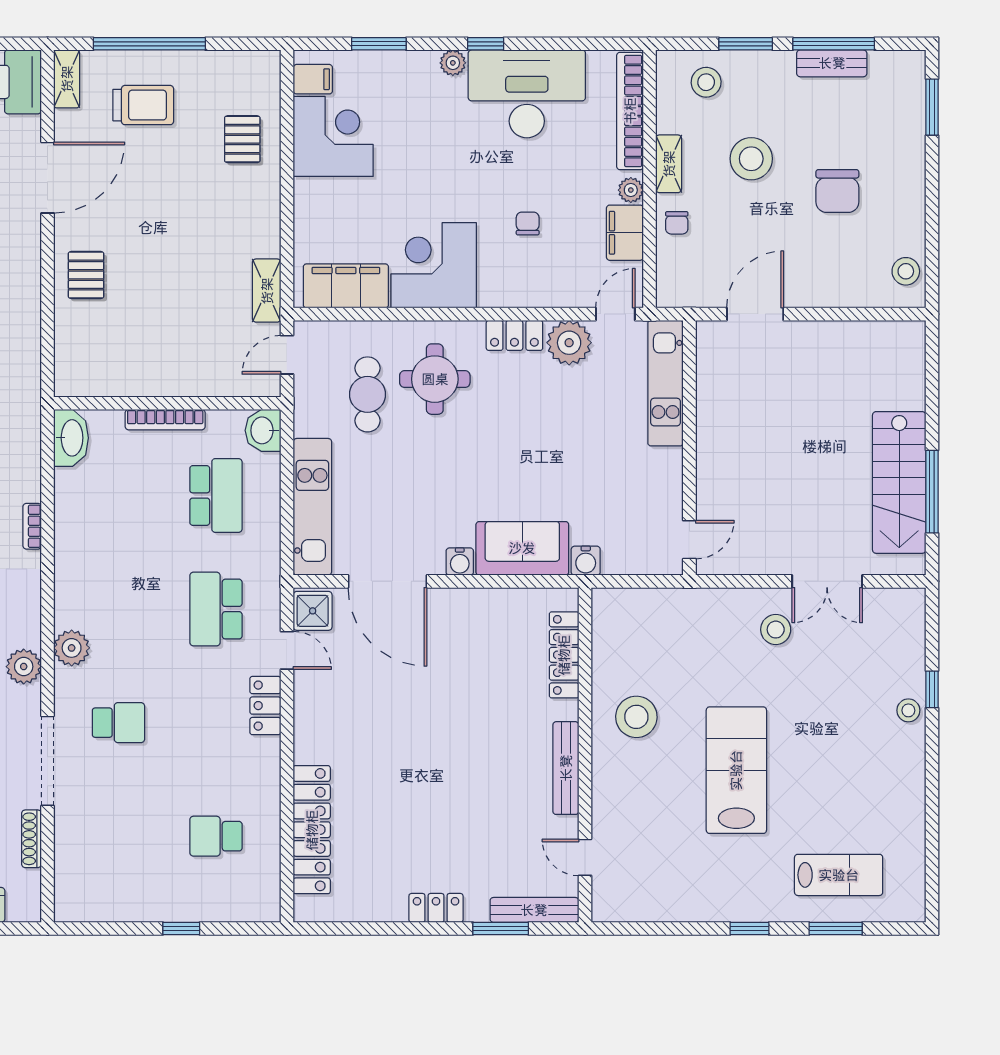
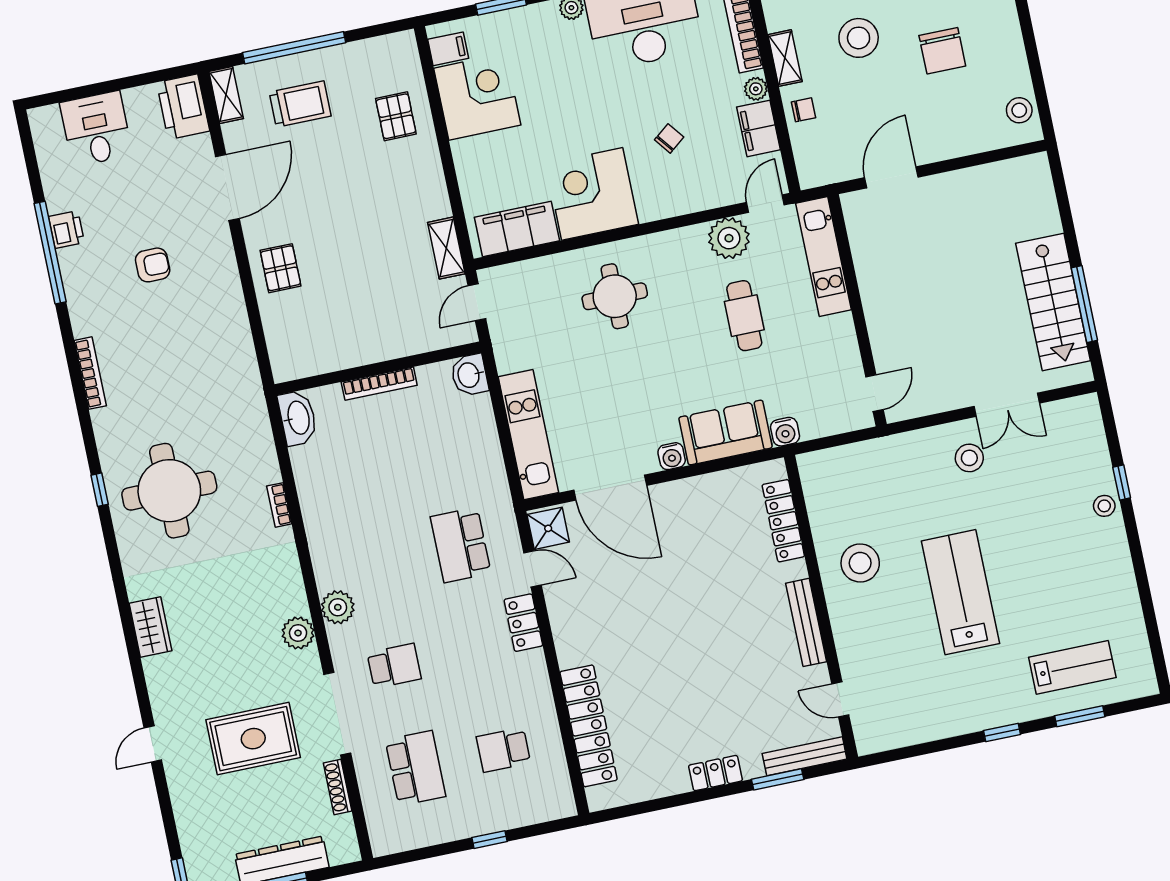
chair: (528, 223) -> (669, 138), turned 52
chair: (677, 223) -> (803, 110), turned -90
locker: (514, 335) -> (678, 242), removed
cafe table: (367, 394) -> (744, 316), moved
school desk: (216, 495) -> (415, 768), moved

